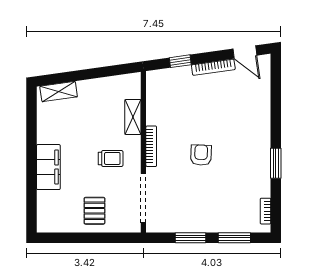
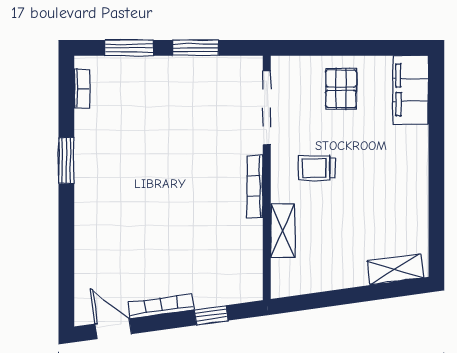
armchair: (201, 155) -> (180, 173), removed
filing cabinet: (48, 167) -> (411, 90), moved

